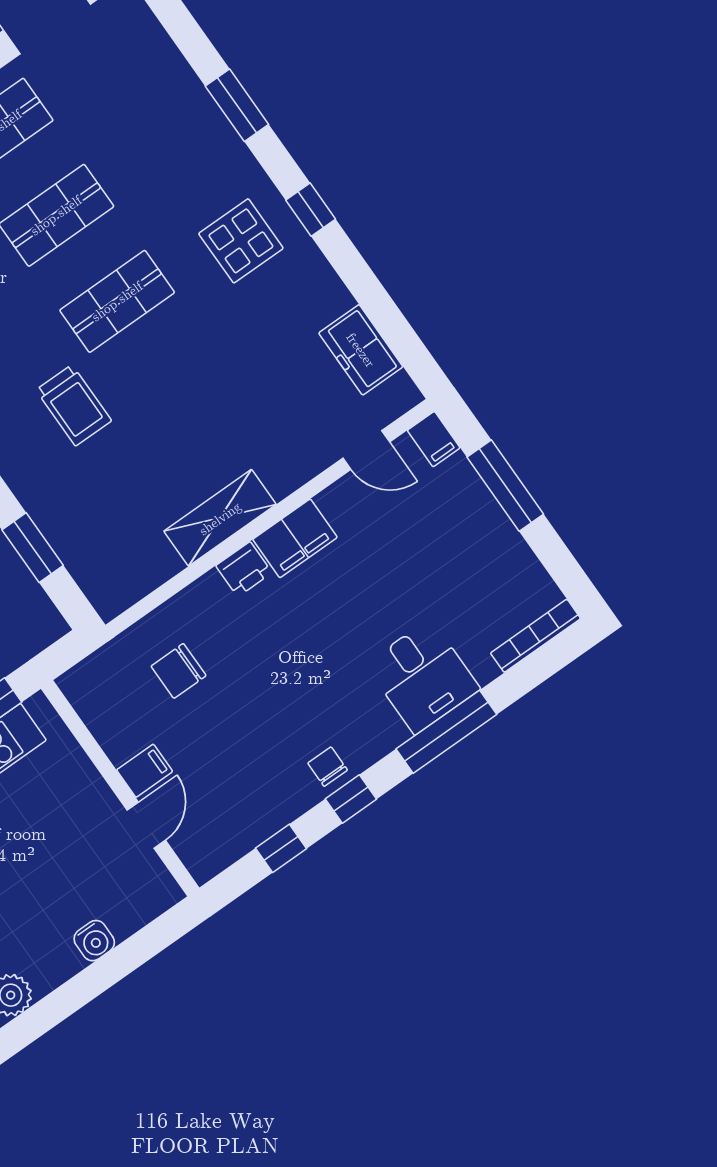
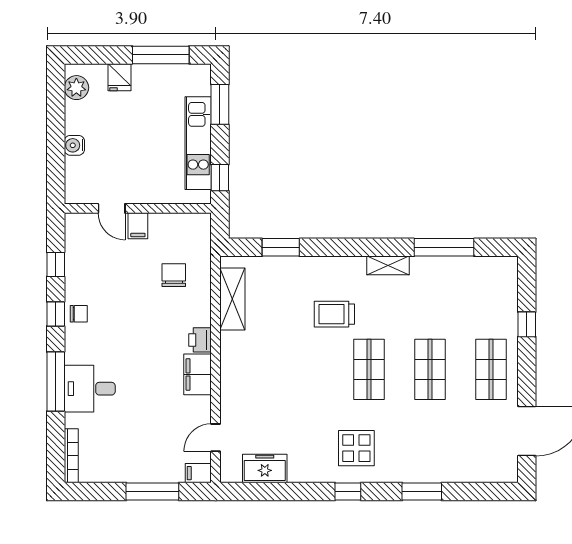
shelving: (220, 518) -> (232, 299), moved

